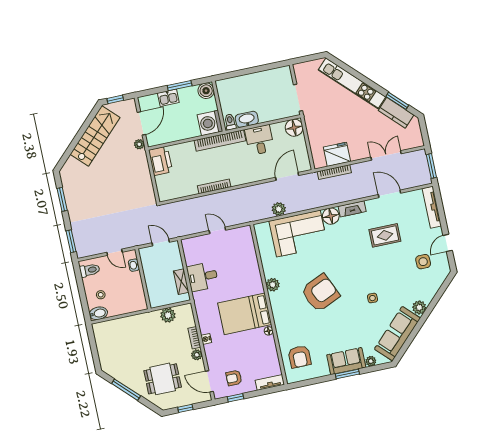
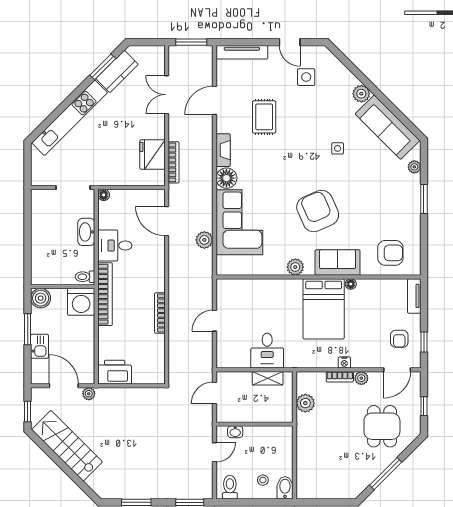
washbasin: (247, 119) -> (86, 232), moved
floor lamp: (294, 128) -> (104, 195), width x0.53, depth x0.53
sofa: (346, 361) -> (338, 263), moved, turned 90

